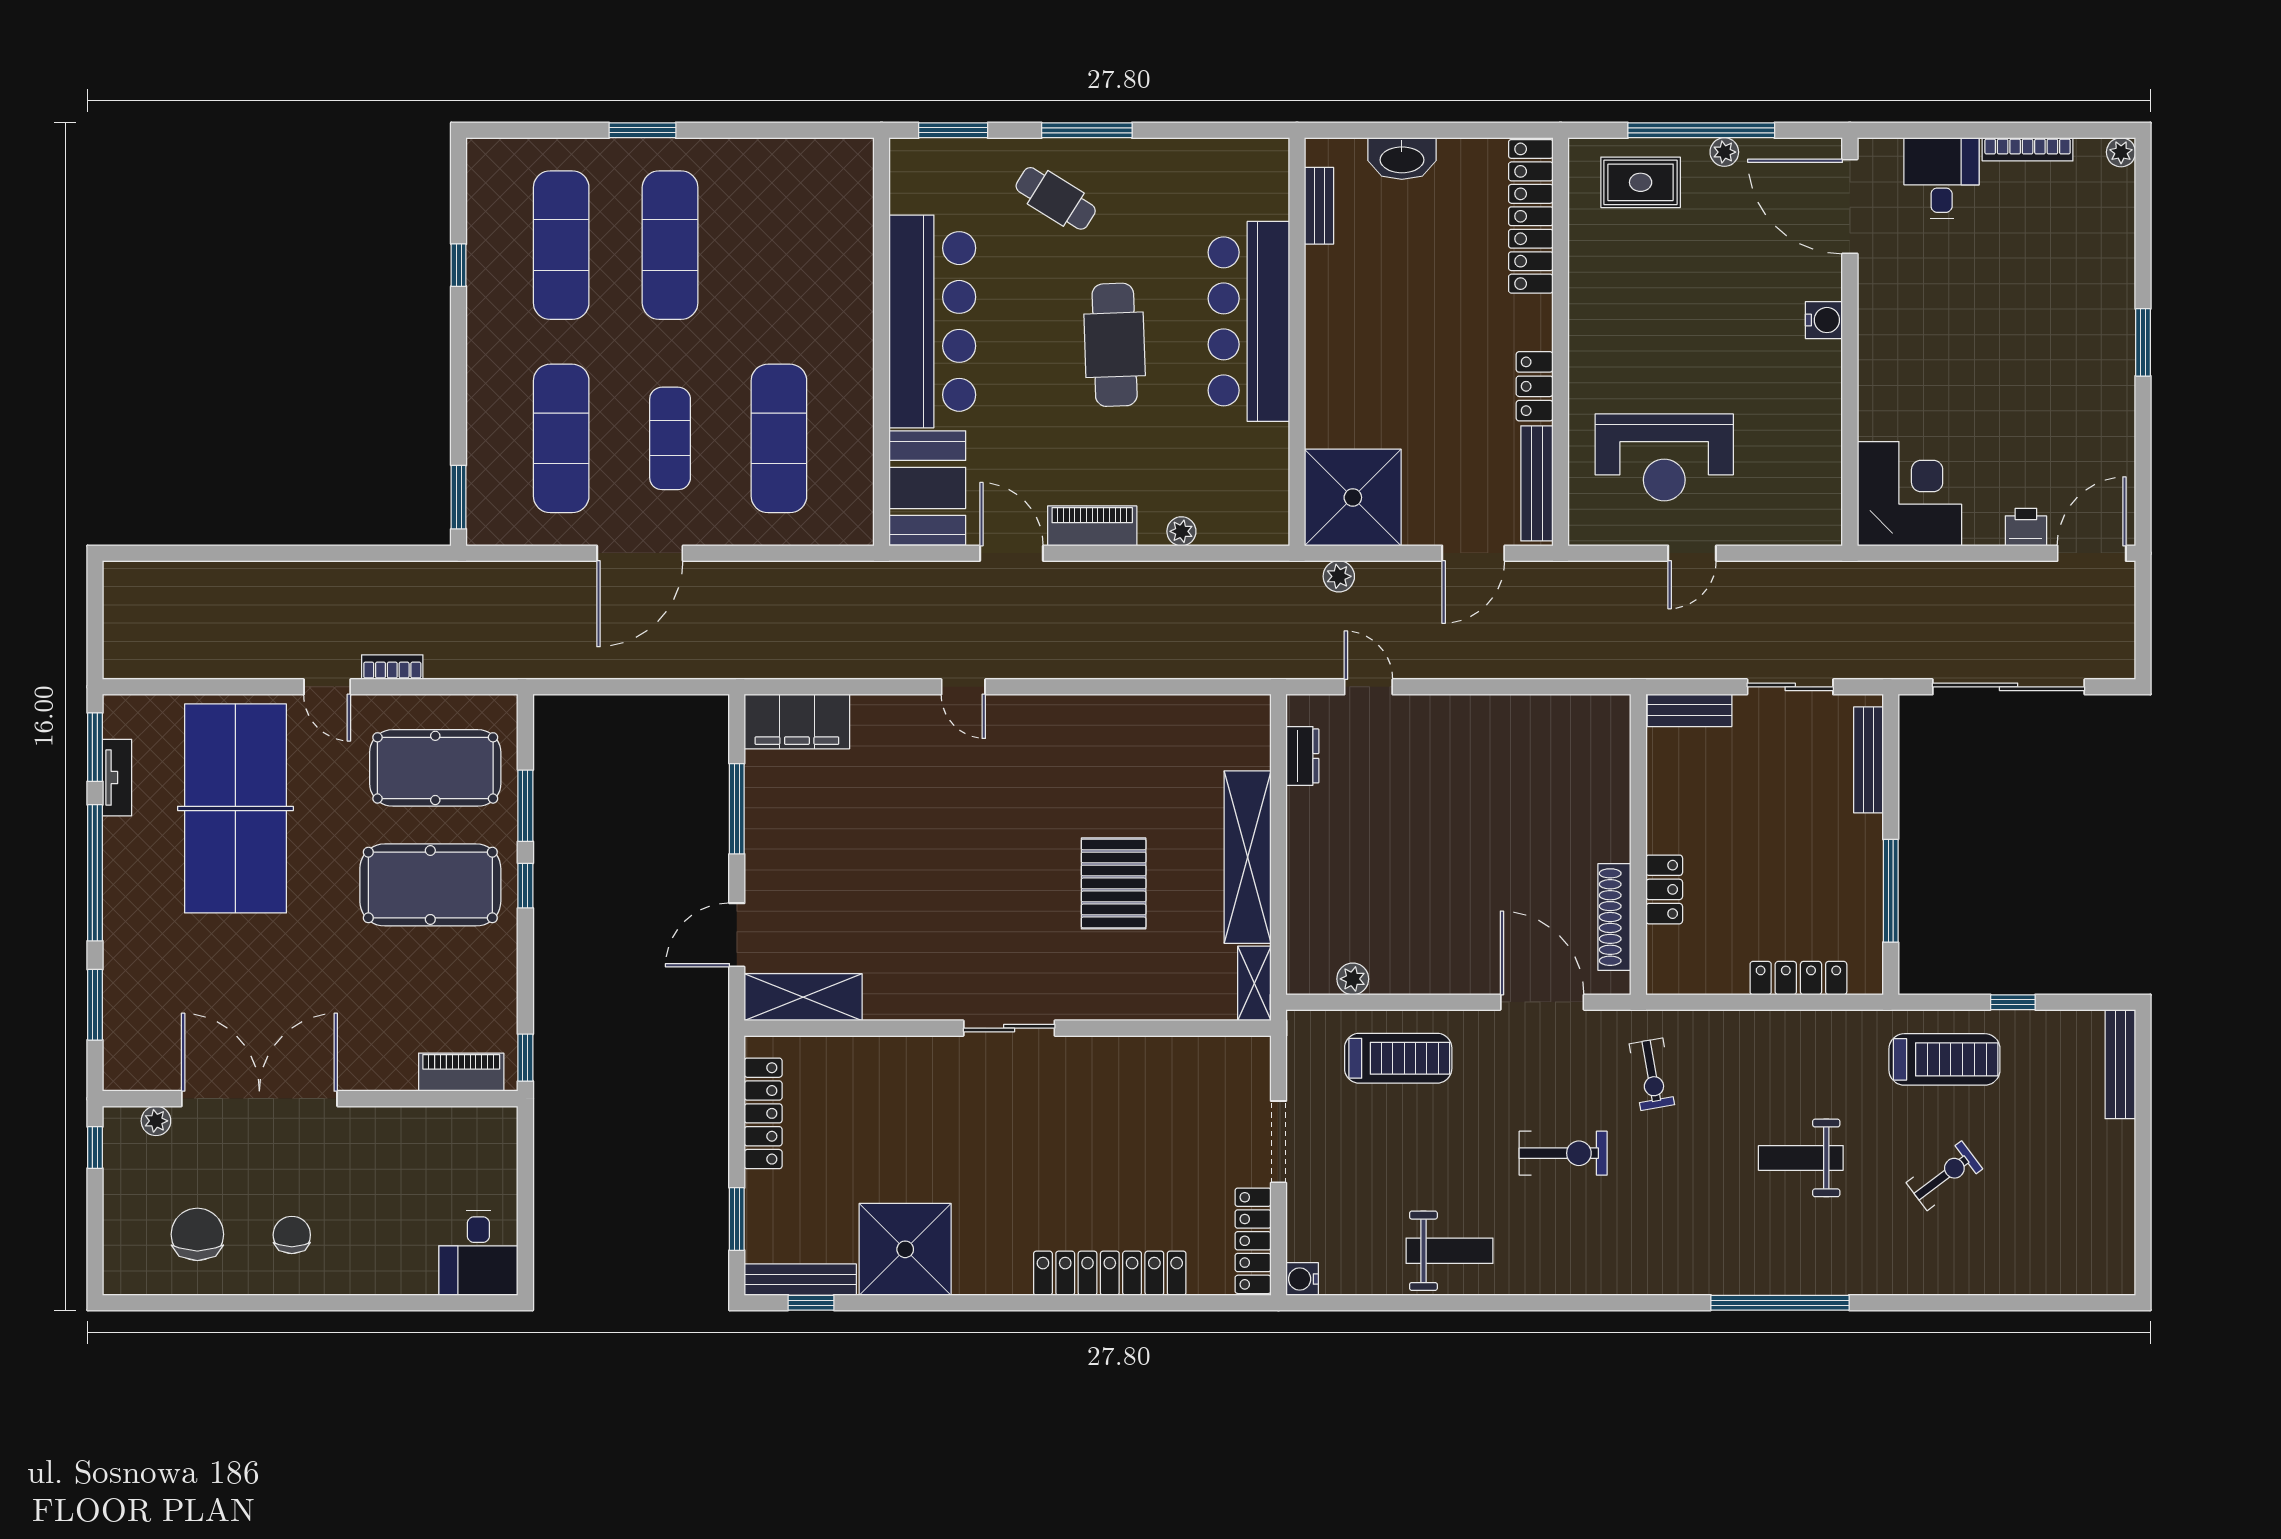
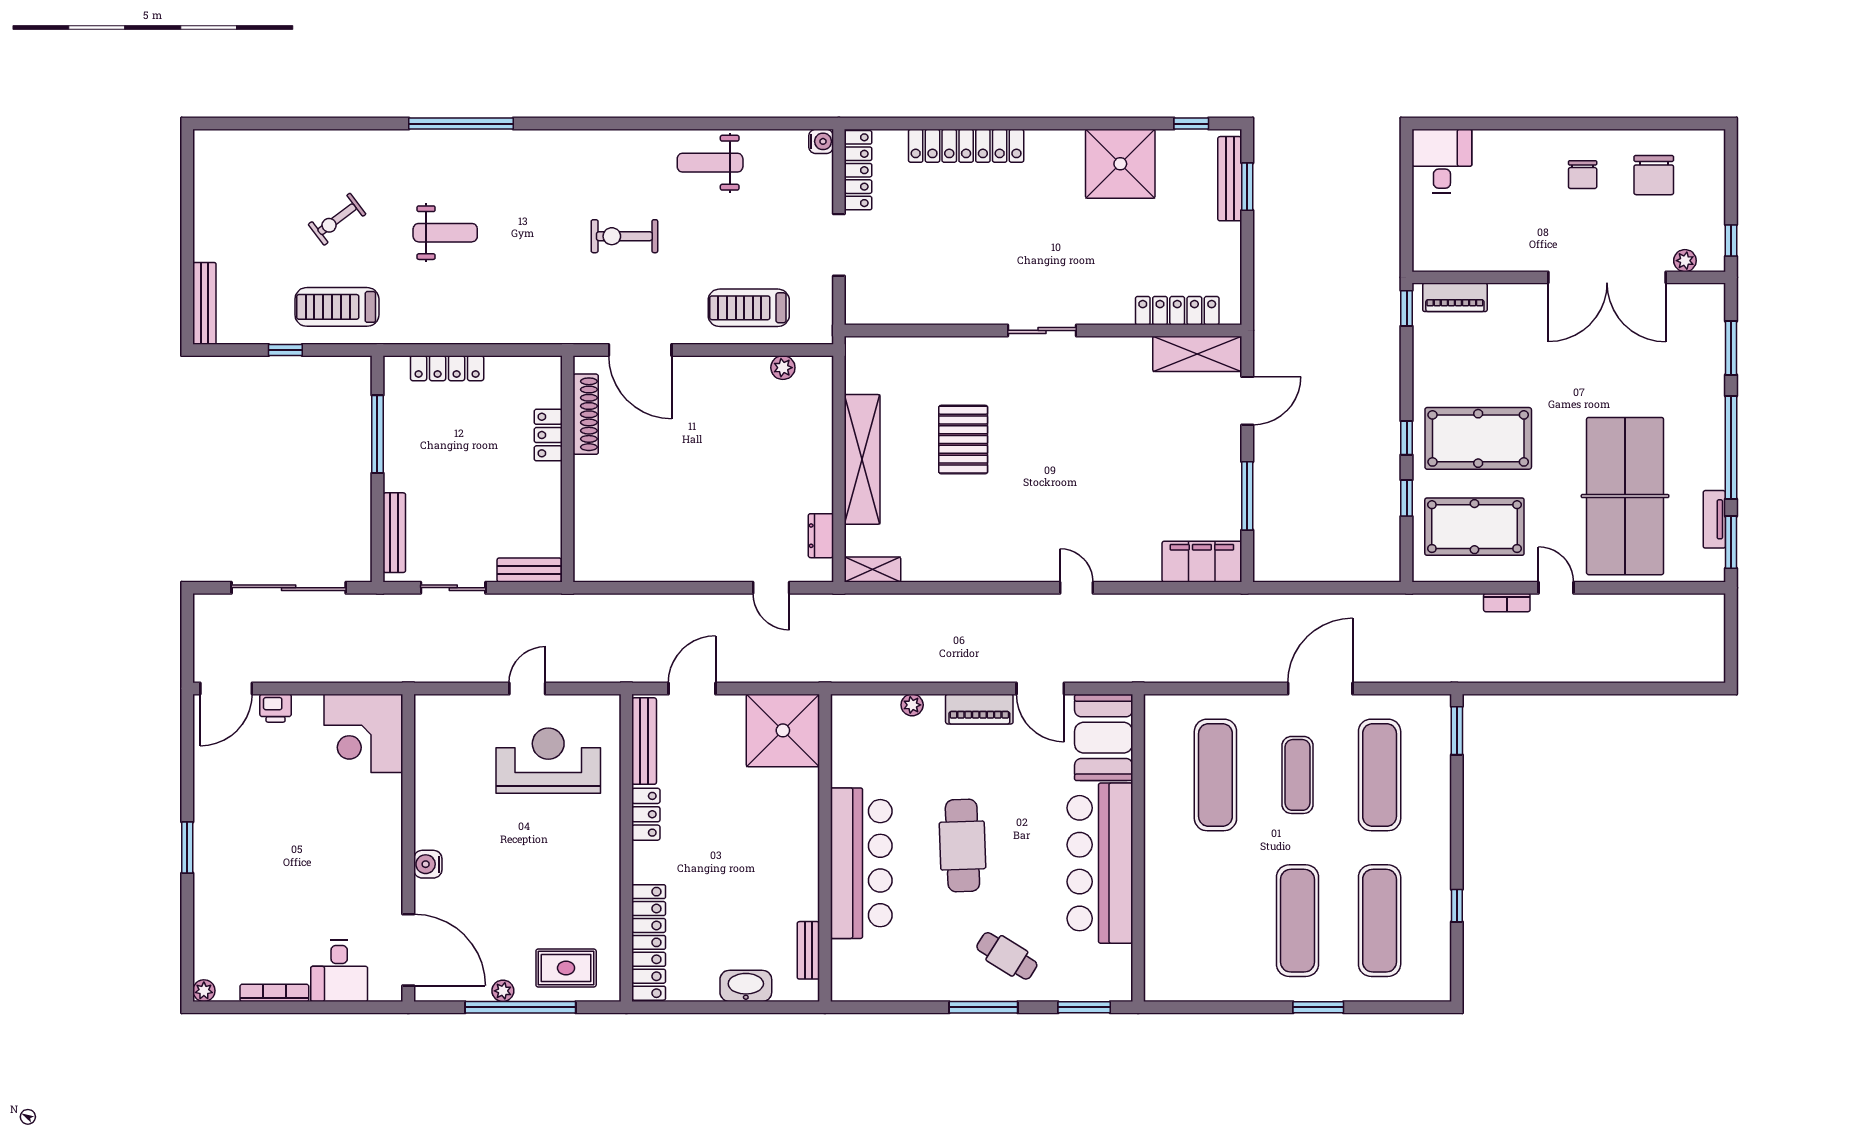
plant: (1339, 576) -> (793, 671), removed
window: (525, 806) -> (1407, 498), width x0.67
shelving: (1254, 983) -> (873, 570), moved, turned 90
exercise bike: (1652, 1074) -> (558, 296), removed
locker: (763, 1113) -> (1177, 311), moved, turned 90
bench: (800, 1280) -> (1230, 179), moved, turned 90

